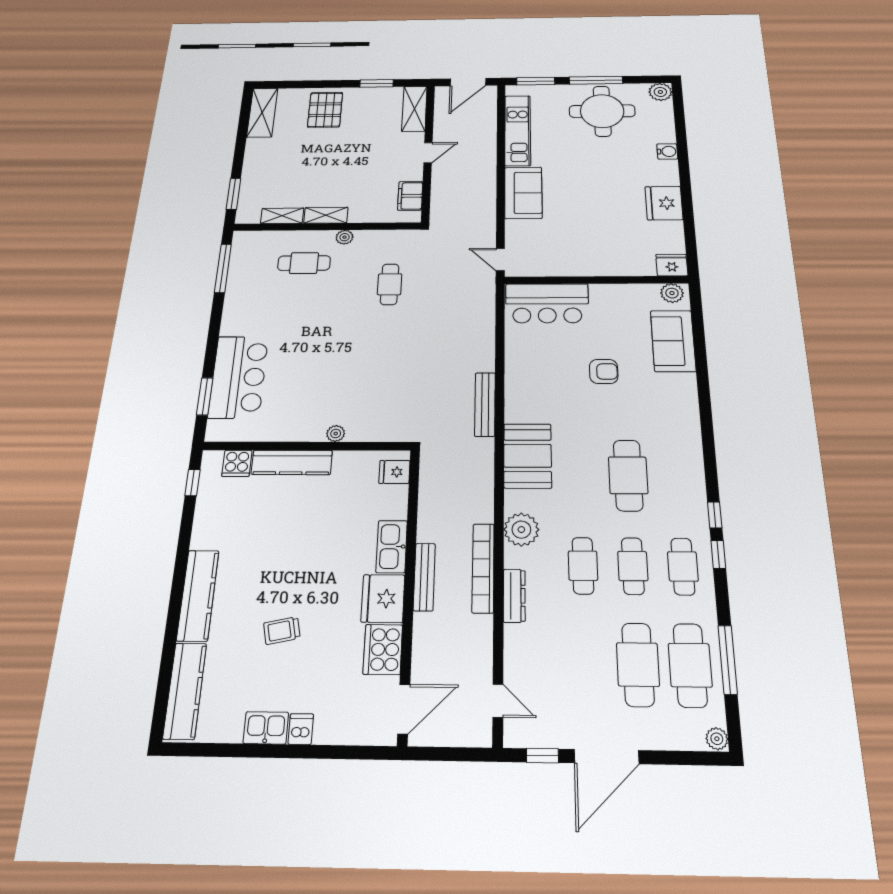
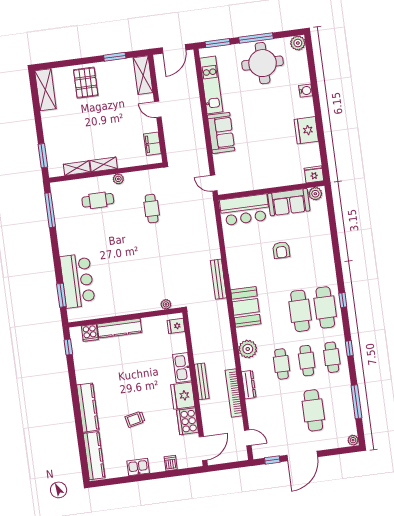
door: (428, 153) -> (158, 109), swing flipped
sofa: (673, 341) -> (289, 202), moved, turned -90
armchair: (604, 371) -> (281, 250), turned 90
plant: (336, 434) -> (166, 304), moved
window: (715, 515) -> (343, 300), moved
bookcase: (483, 568) -> (234, 393), moved
cafe table: (690, 665) -> (325, 307), moved
dishwasher: (301, 729) -> (171, 463), moved

